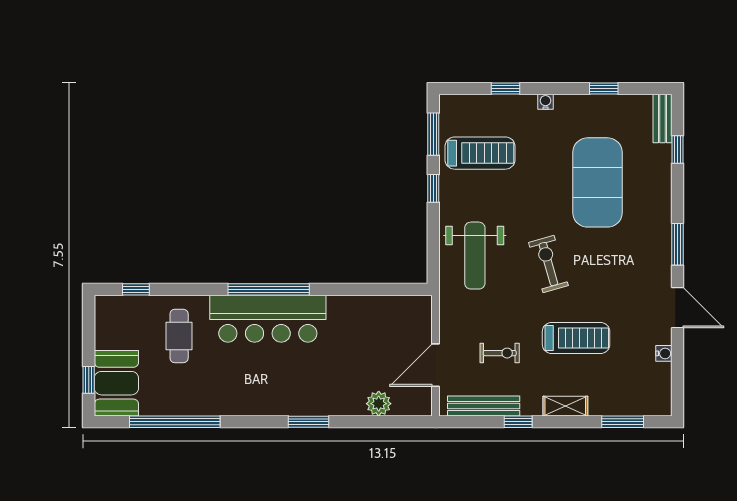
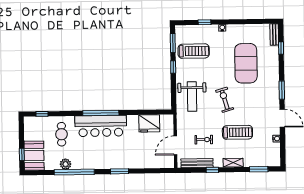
window: (604, 89) -> (248, 22), removed
fridge: (378, 315) -> (149, 123), added
plant: (379, 404) -> (66, 164), moved
window: (175, 422) -> (74, 172), moved

